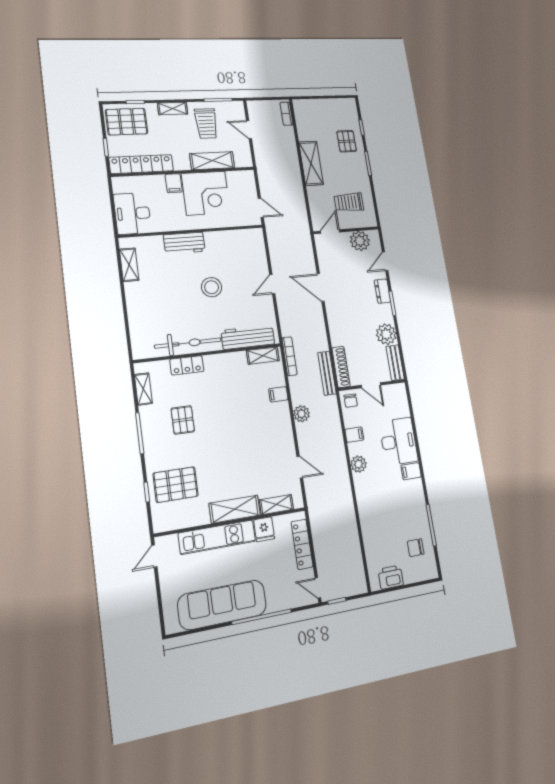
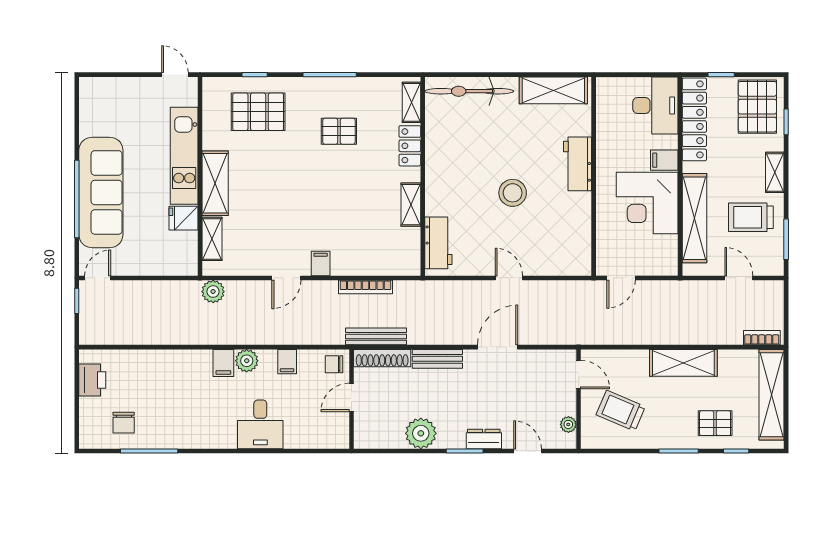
shelving: (322, 106) -> (772, 395), added
door: (249, 130) -> (739, 278), hinge flipped
shelving: (212, 161) -> (695, 218), width x1.47
trolley: (349, 202) -> (621, 411), turned -67
desk: (132, 213) -> (655, 106), moved, turned 90
plant: (360, 241) -> (568, 424), width x0.53, depth x0.53
shelving: (129, 265) -> (553, 90), width x1.50, depth x1.33
workbench: (248, 337) -> (438, 243), width x0.73
bicycle: (188, 343) -> (469, 91), moved, turned 90
shelving: (263, 356) -> (411, 205), moved
bookcase: (289, 356) -> (365, 287), moved
bench: (395, 363) -> (437, 359), moved
shelving: (143, 389) -> (411, 102), moved, turned 90
filing cabinet: (278, 394) -> (321, 263), moved
plant: (301, 414) -> (213, 292), moved
desk: (399, 441) -> (260, 424), width x0.73
door: (300, 467) -> (286, 278), moved
filing cabinet: (411, 471) -> (223, 363), moved, turned 180
pallet: (176, 485) -> (258, 112), turned 90
locker: (302, 544) -> (156, 265), removed
chair: (416, 548) -> (124, 423), turned 180
sofa: (222, 605) -> (101, 192), moved

